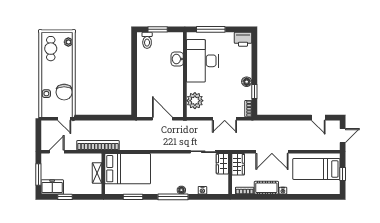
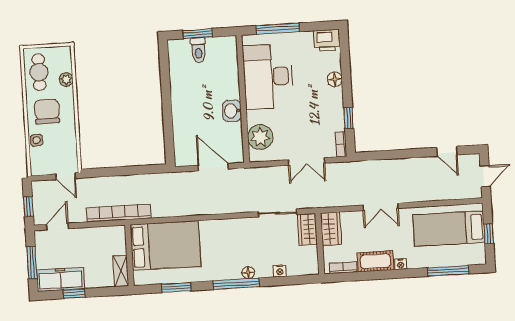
toilet: (147, 40) -> (198, 50), moved
plant: (68, 42) -> (66, 80), moved
washbasin: (177, 59) -> (232, 111), moved
floor lamp: (247, 82) -> (335, 79), moved
chair: (64, 92) -> (47, 111), moved, turned 180
window: (38, 137) -> (28, 207), added
double door: (272, 152) -> (381, 207), width x0.73
shelving: (97, 173) -> (121, 271), moved
freezer: (52, 187) -> (61, 279), width x1.40
window: (314, 197) -> (448, 271), added

